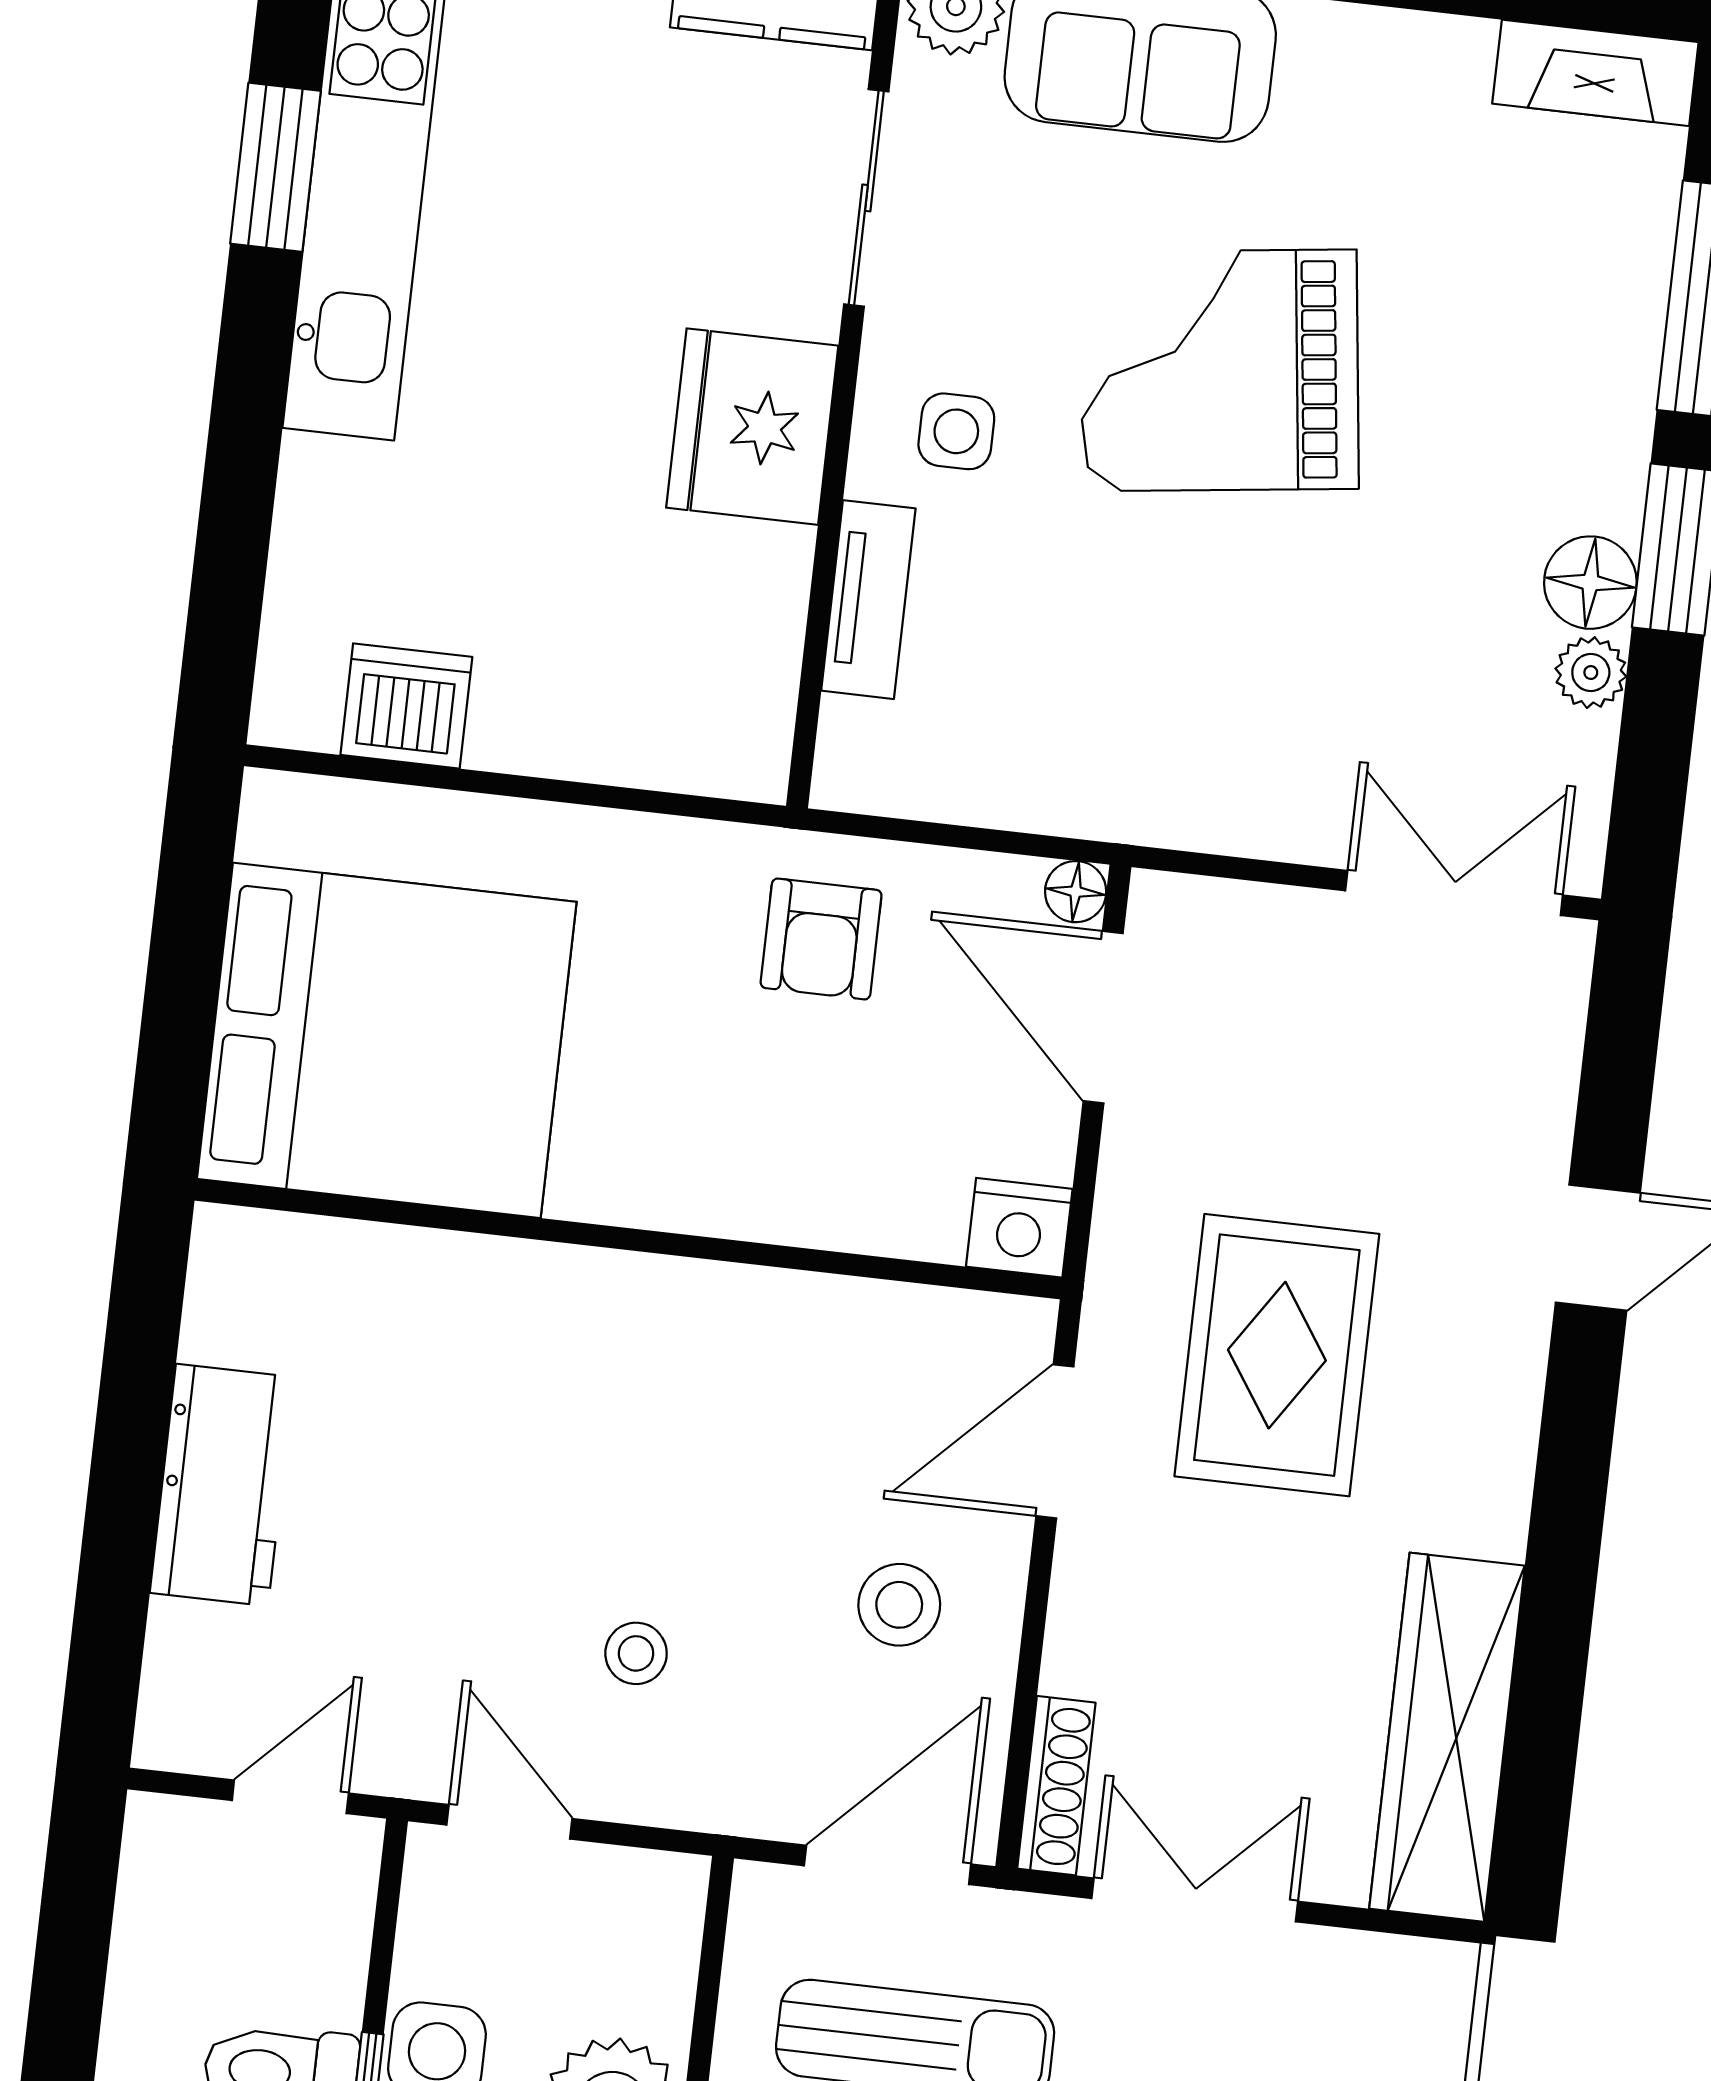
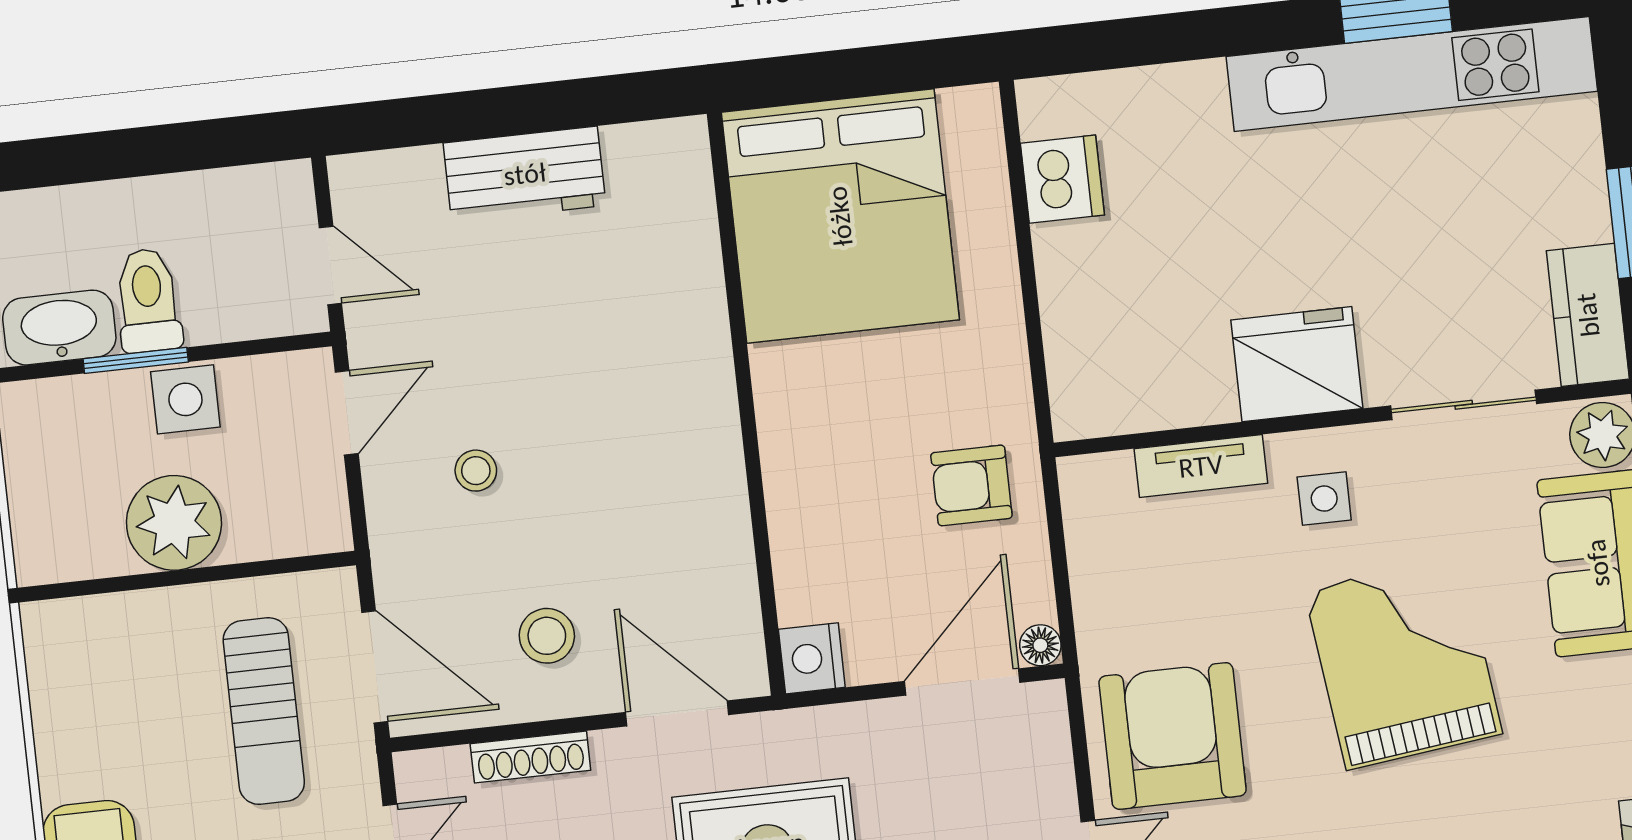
armchair: (1251, 730) -> (1173, 736), added
shoe rack: (1056, 1786) -> (530, 757), moved

